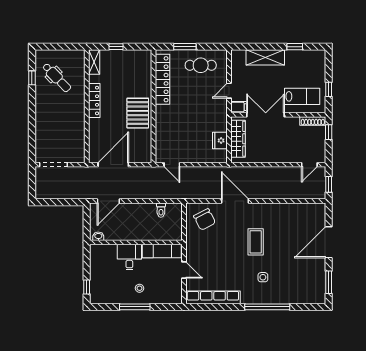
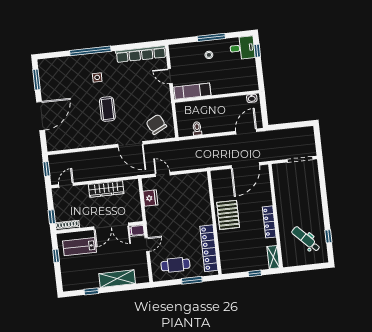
wardrobe: (238, 139) -> (106, 189), moved, turned -90
door: (172, 165) -> (163, 174), moved
desk: (129, 257) -> (242, 48), moved, turned -90

